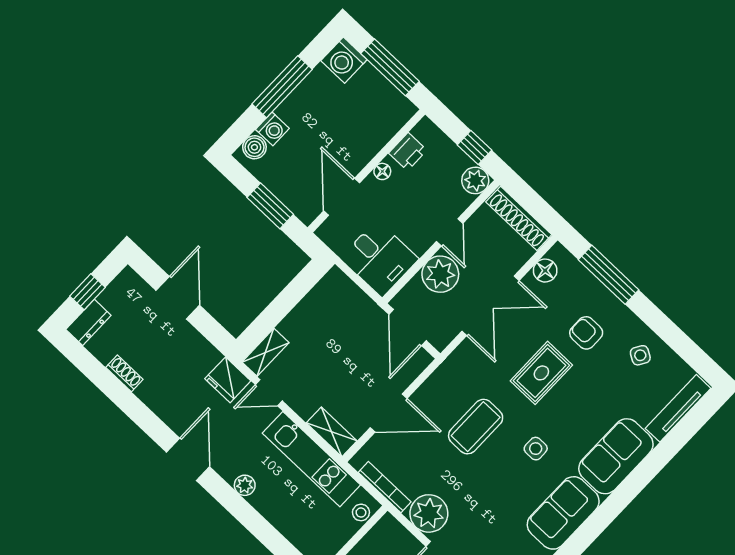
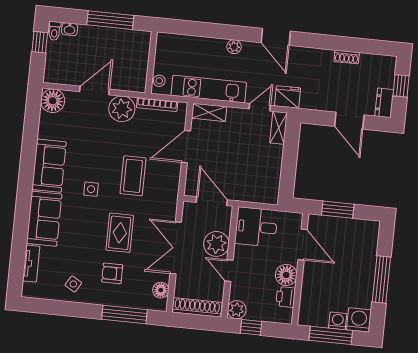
washing machine: (272, 129) -> (338, 321), moved, turned 90
boiler: (254, 147) -> (371, 235), removed
floor lamp: (382, 171) -> (286, 275), width x1.89, depth x1.89
dresser: (88, 322) -> (384, 103), moved
armchair: (586, 333) -> (112, 273), turned 180
tv unit: (678, 408) -> (31, 264), width x0.71

